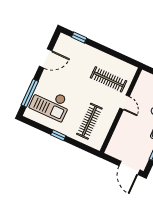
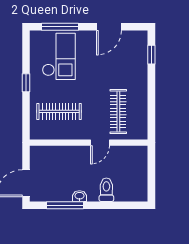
door: (46, 58) -> (109, 27), hinge flipped
checkout: (50, 104) -> (59, 56), turned 180

